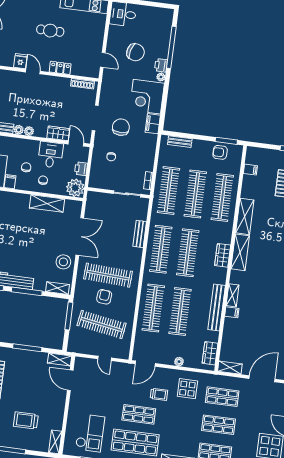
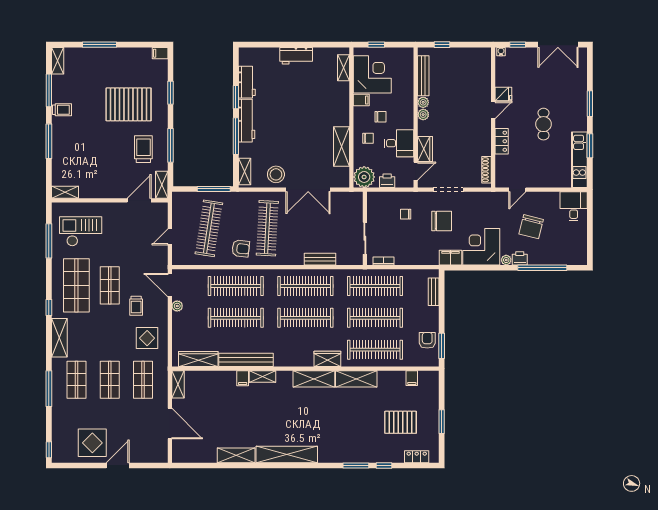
wardrobe: (223, 255) -> (327, 359), moved
armchair: (104, 297) -> (241, 249), moved
wardrobe: (210, 353) -> (198, 359), width x1.50
plant: (179, 362) -> (177, 306), moved
trolley: (26, 420) -> (143, 149), moved
checkout: (90, 433) -> (81, 231), turned 180

